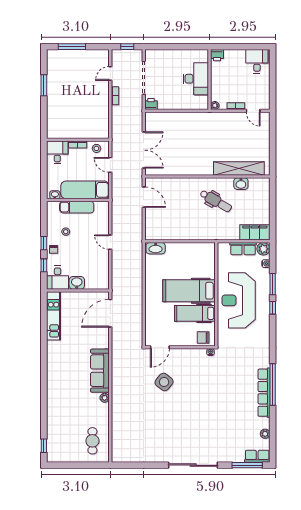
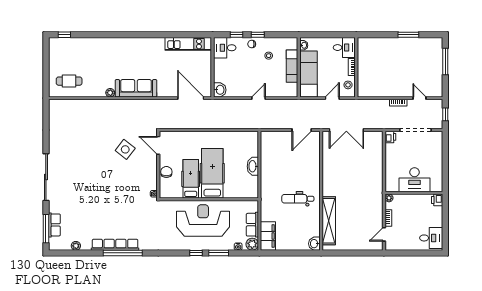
washbasin: (241, 184) -> (314, 244), moved
dental chair: (216, 201) -> (298, 199), turned 60
washbasin: (156, 248) -> (253, 166), moved
washbasin: (77, 283) -> (220, 90), moved
chair: (203, 337) -> (166, 172), moved
row of seats: (257, 456) -> (54, 225), moved

